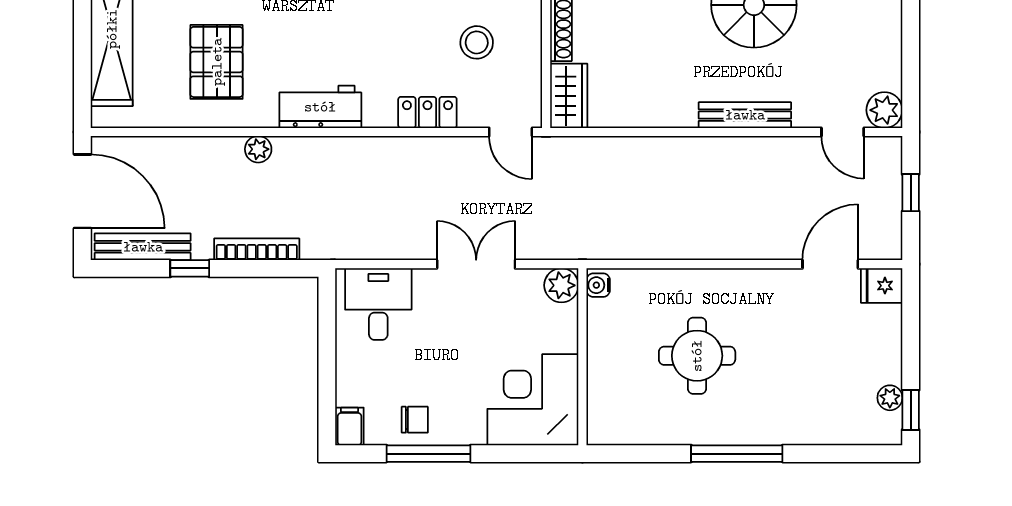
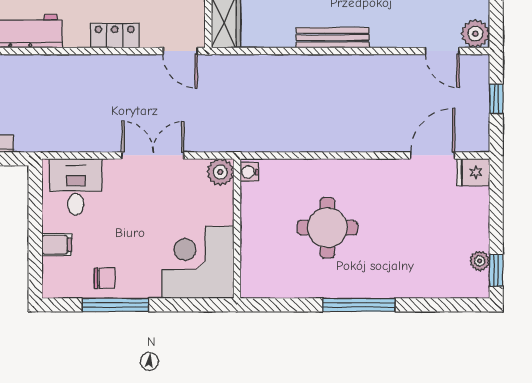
bench: (745, 115) -> (333, 38), moved
filing cabinet: (350, 426) -> (57, 245), moved, turned 90

